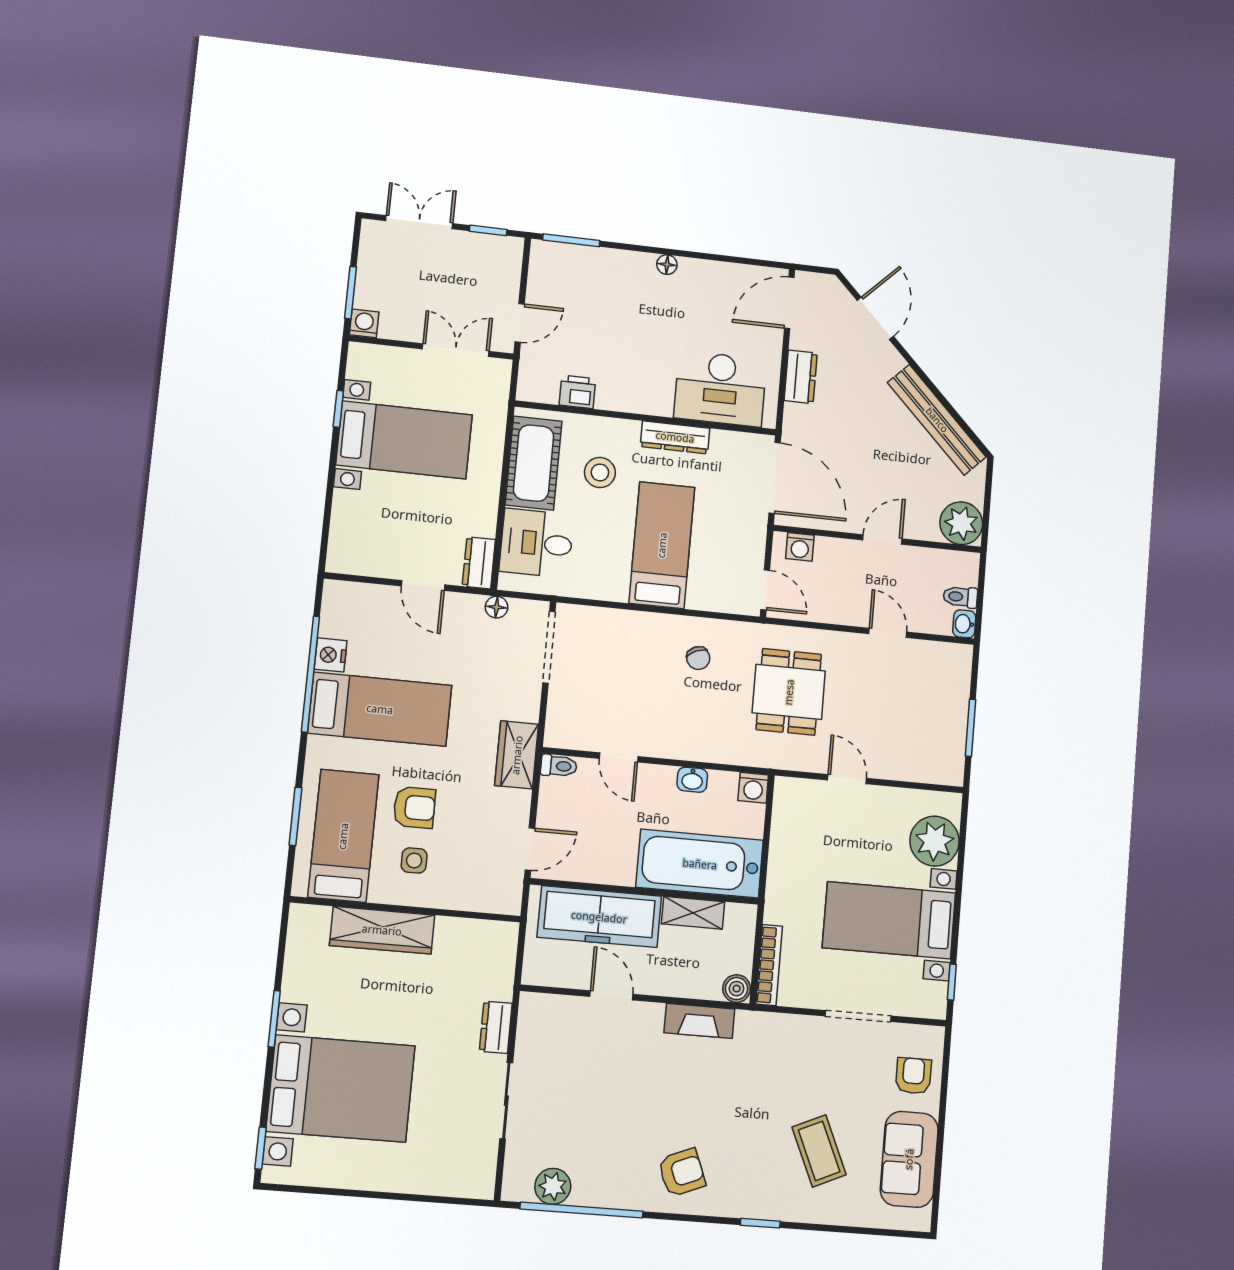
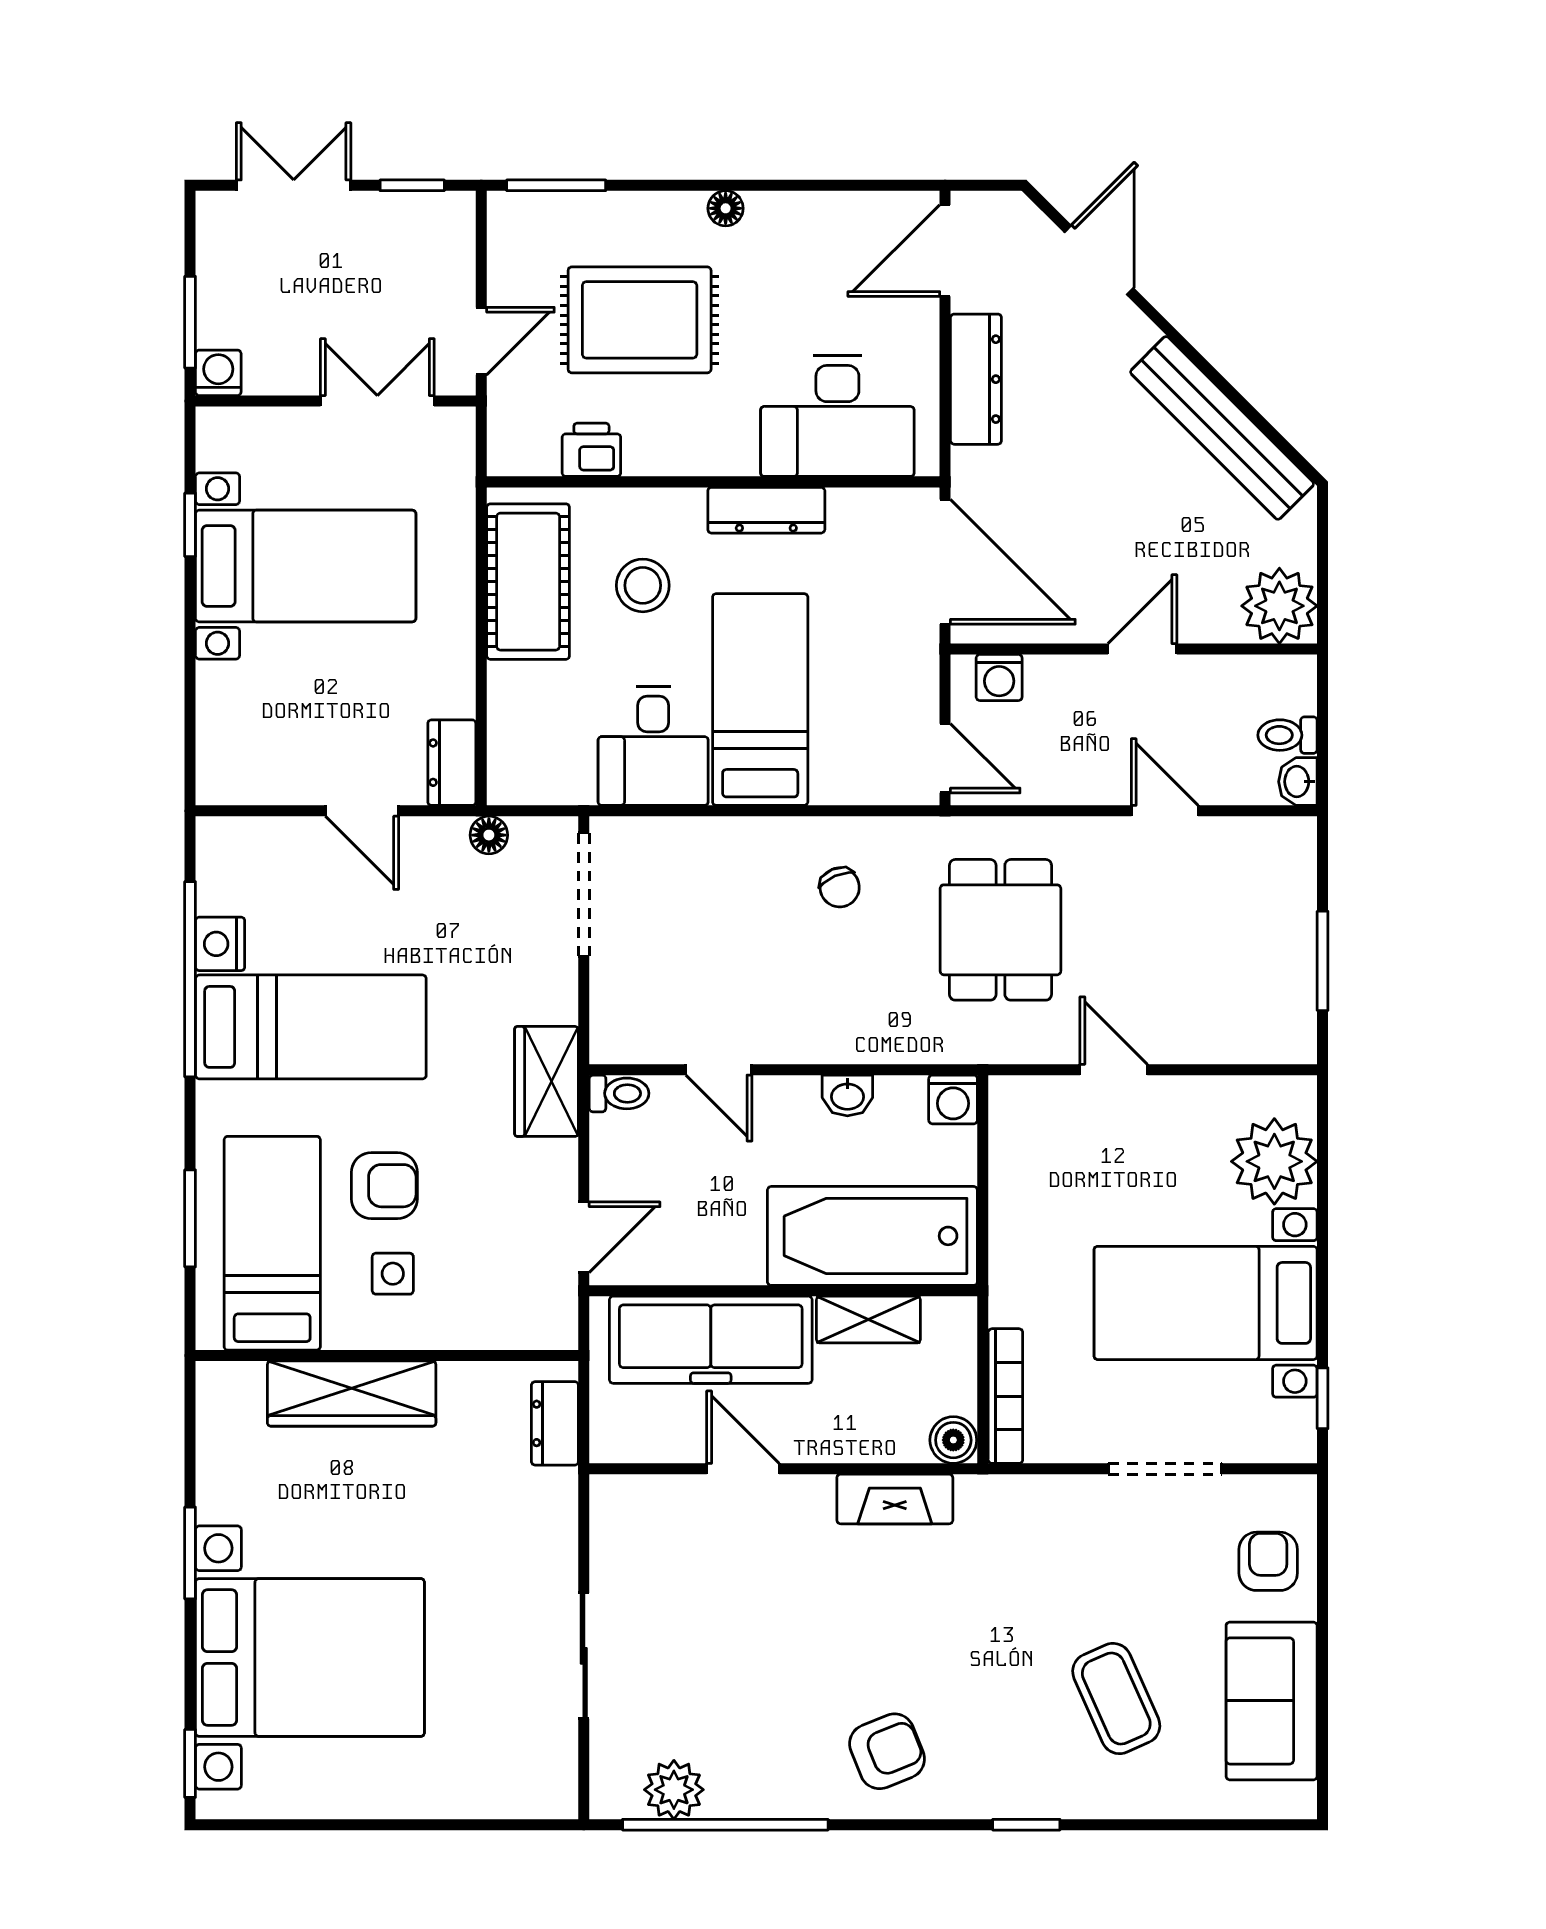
rug: (612, 321) -> (640, 320), added
dresser: (801, 377) -> (976, 379), width x1.44
desk: (537, 543) -> (653, 746), moved, turned -90
dresser: (496, 1027) -> (555, 1423), moved

